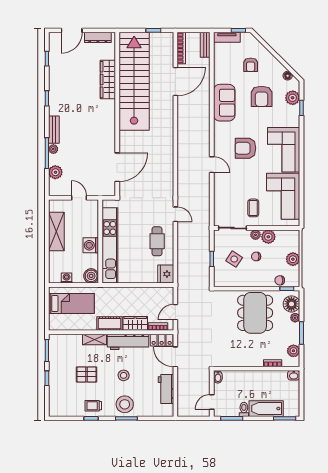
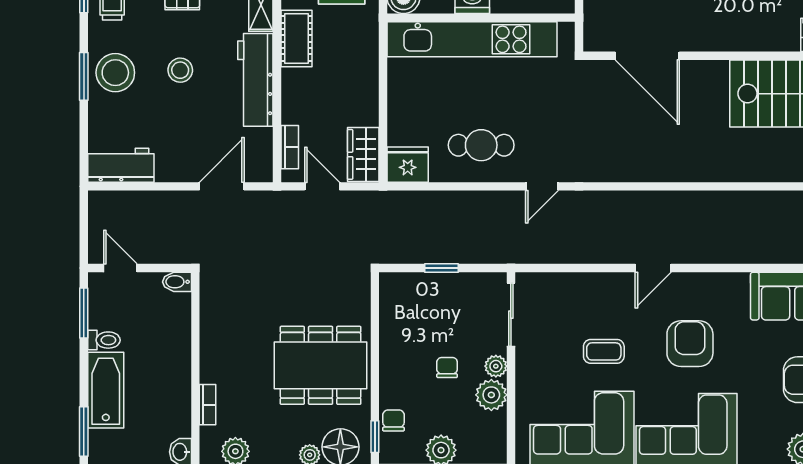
coffee table: (253, 208) -> (604, 351), moved
side table: (234, 259) -> (441, 318), removed
wardrobe: (135, 323) -> (363, 154), moved, turned 180
locker: (162, 340) -> (259, 155), removed
workbench: (166, 389) -> (121, 165), moved

